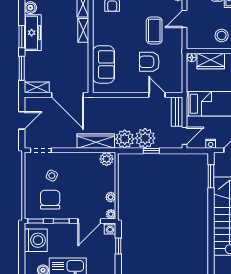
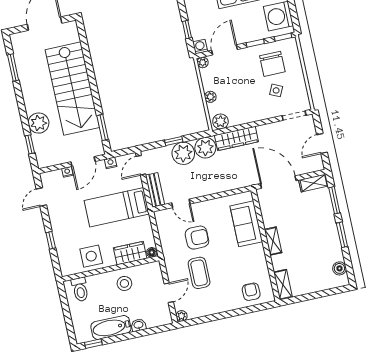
shelving: (83, 30) -> (273, 241), moved
freezer: (33, 33) -> (331, 242), removed
plant: (111, 197) -> (210, 97), moved

